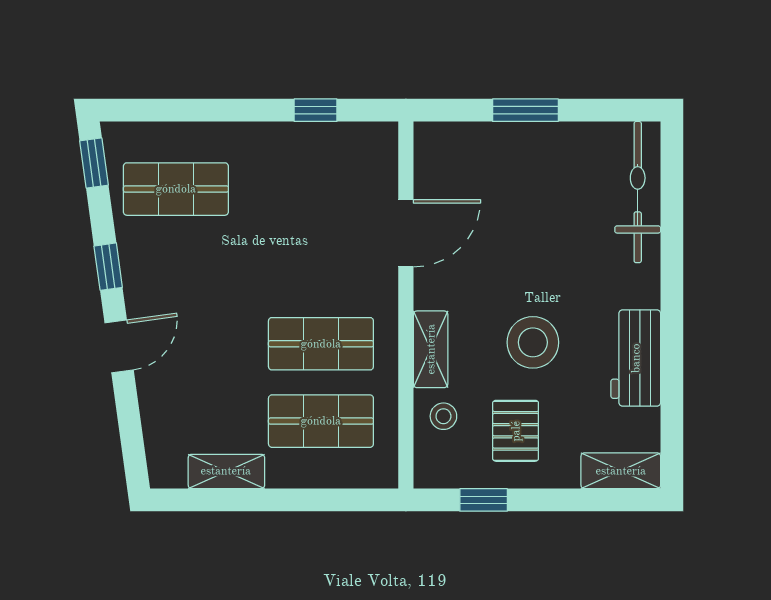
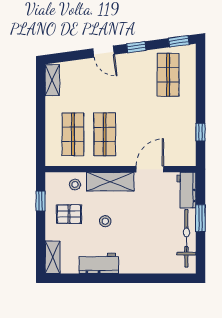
workbench: (457, 144) -> (187, 190), added
bicycle: (638, 192) -> (186, 238), moved, turned -90
door: (406, 233) -> (150, 169), swing flipped
stool: (533, 342) -> (105, 221), width x0.53, depth x0.53
shelving: (431, 349) -> (110, 182), width x1.50, depth x1.33
shelving: (226, 471) -> (52, 80), moved

